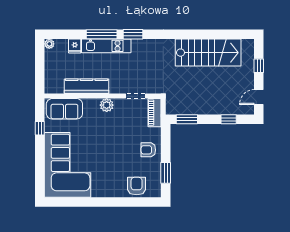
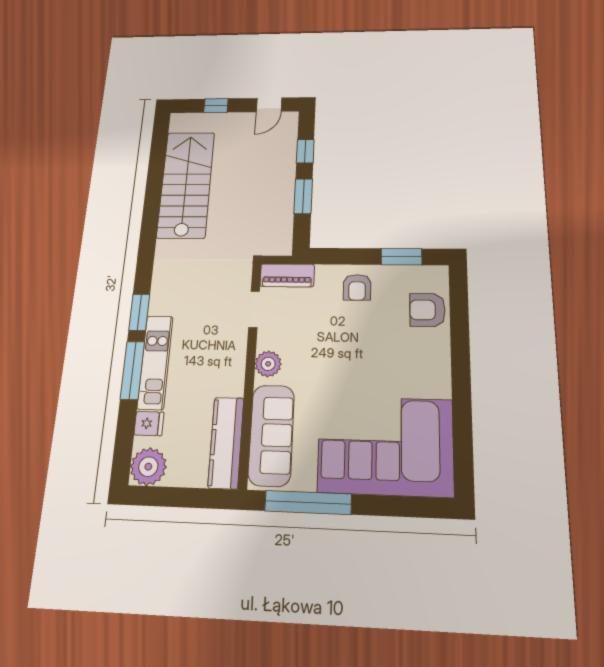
plant: (49, 44) -> (148, 467), width x1.88, depth x1.88
kitchen counter: (87, 86) -> (226, 442), moved
door: (259, 97) -> (269, 105), hinge flipped
sofa: (64, 109) -> (271, 435), width x1.36
window: (187, 119) -> (303, 196), moved
window: (40, 128) -> (308, 503), width x3.17

